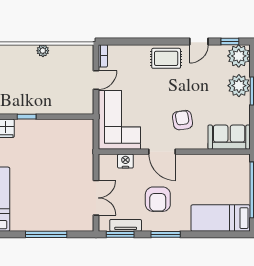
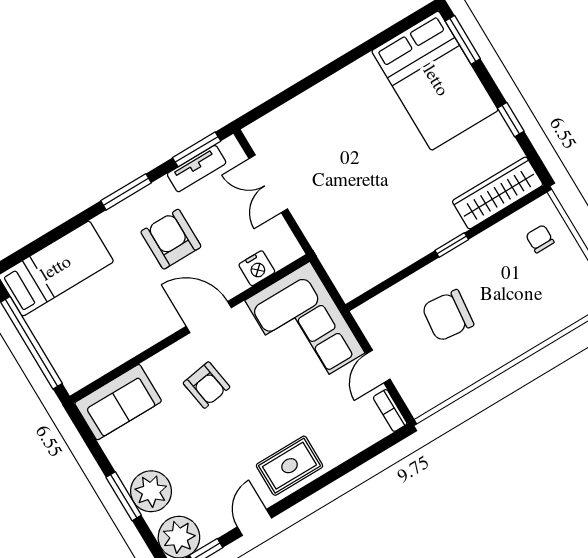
plant: (43, 51) -> (488, 363), removed
chair: (49, 84) -> (448, 316), added
window: (46, 234) -> (312, 80), removed

